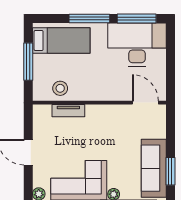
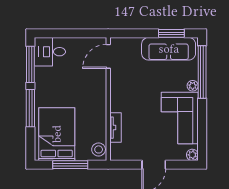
bed: (61, 40) -> (57, 134), width x1.50
desk: (137, 45) -> (50, 52), width x0.53, depth x0.77
stool: (60, 88) -> (99, 149), moved

